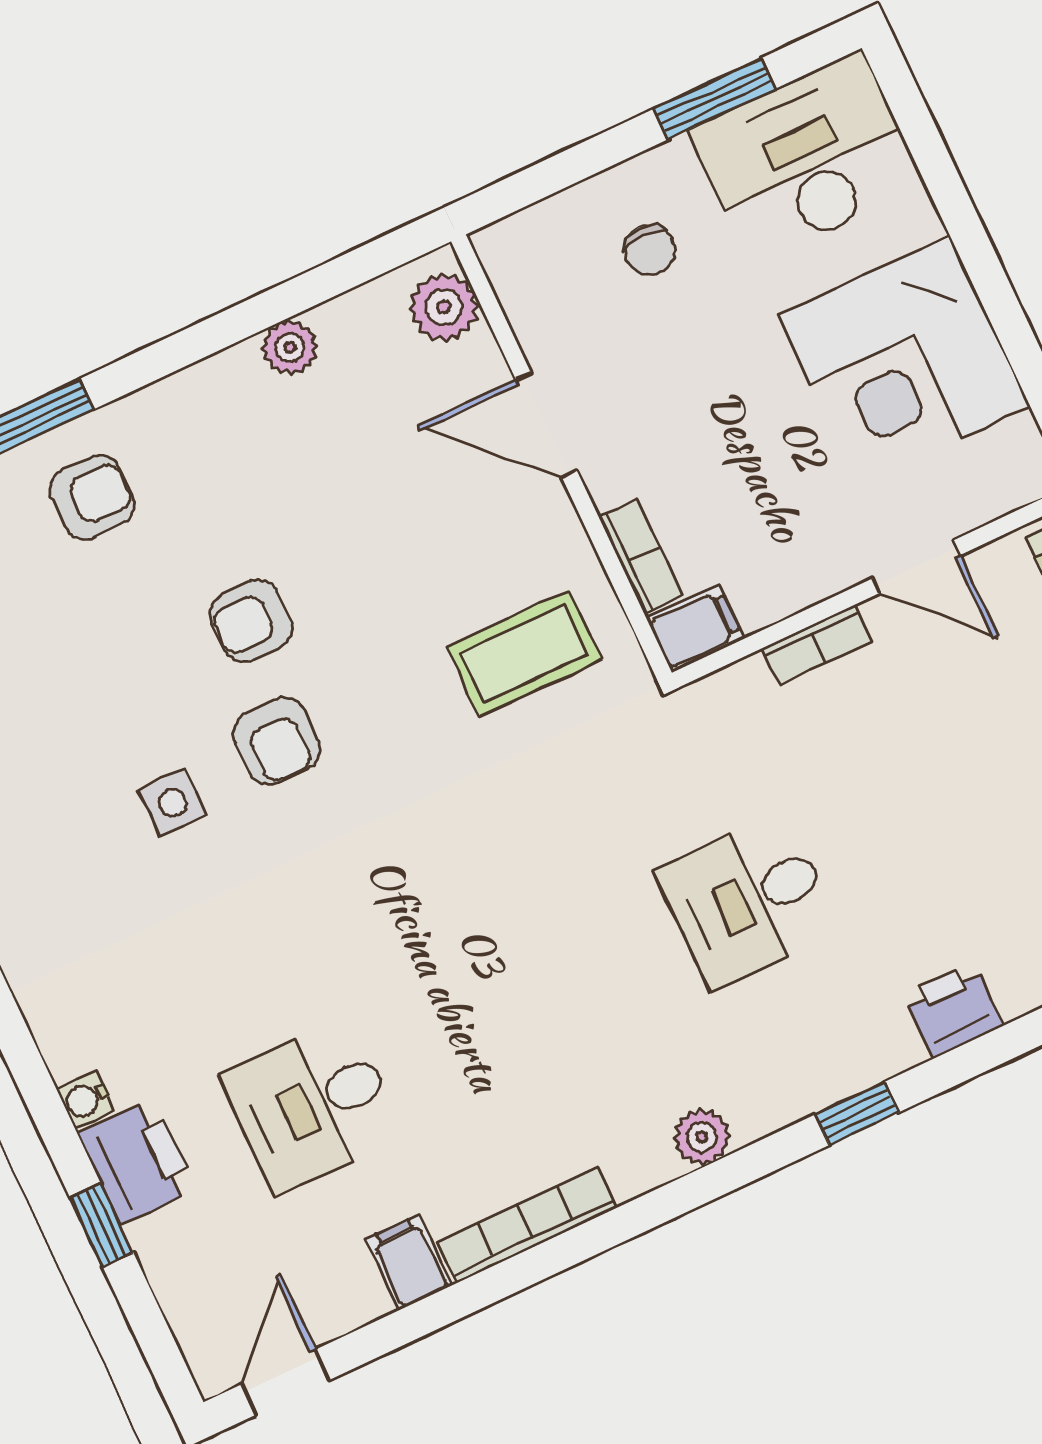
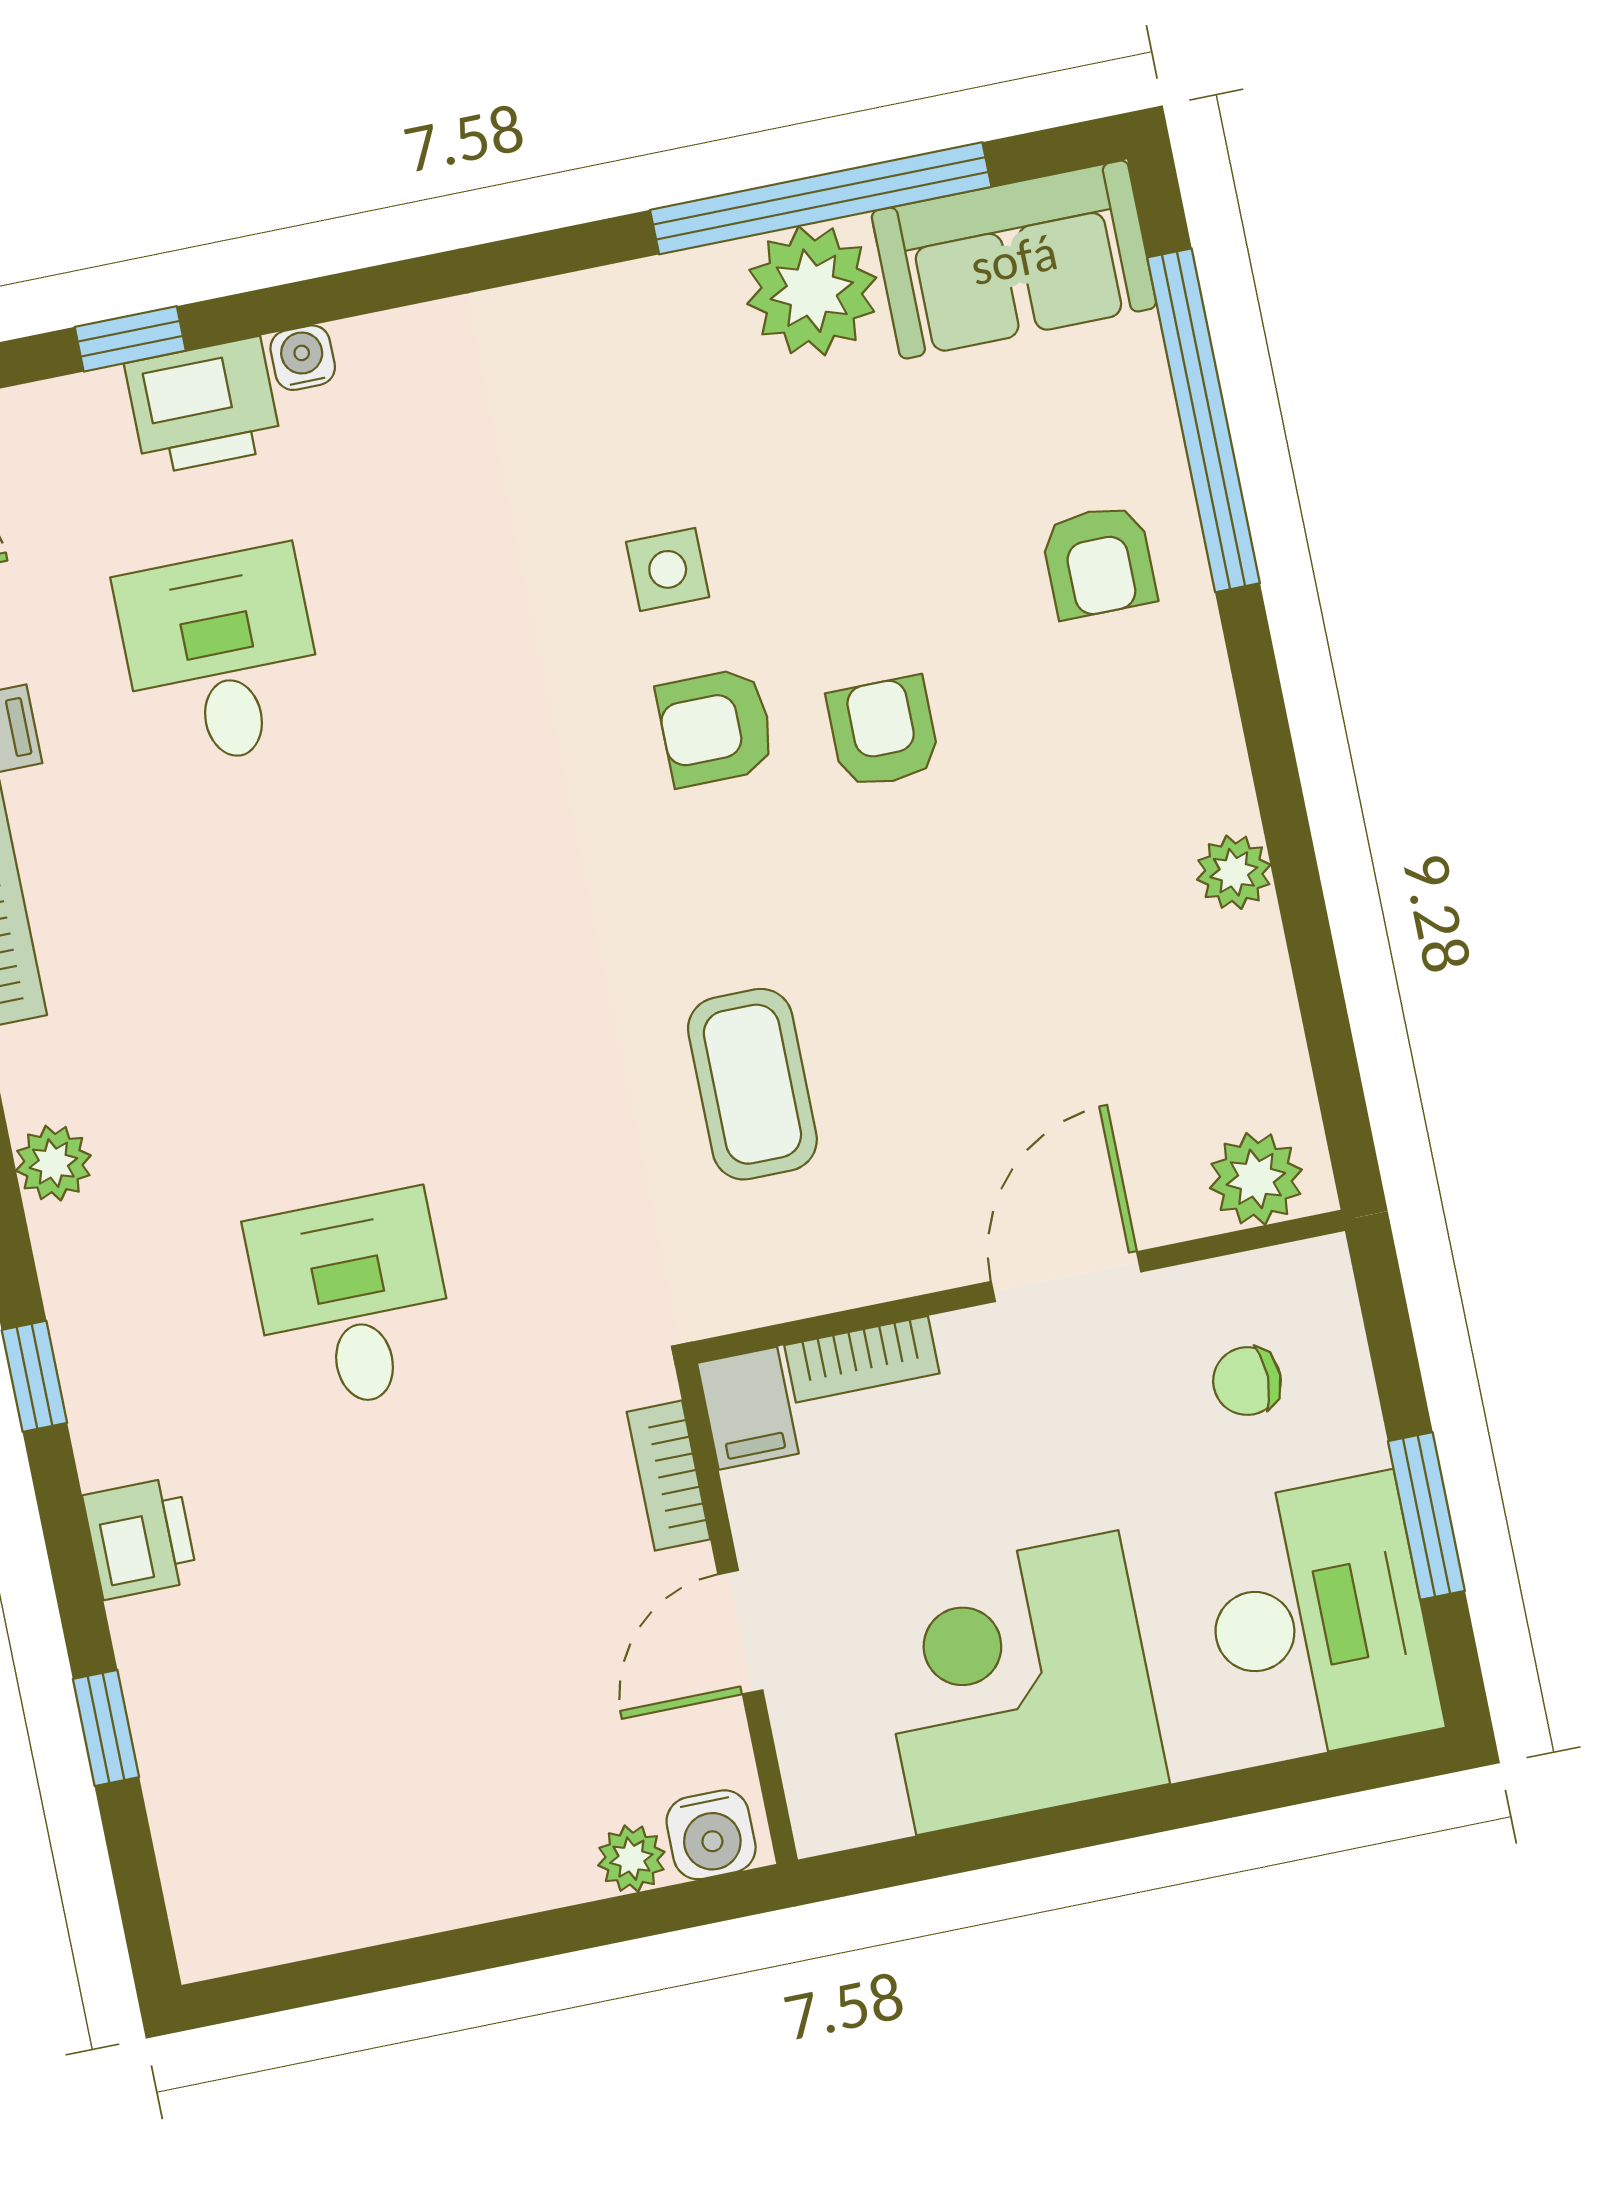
plant: (444, 307) -> (1256, 1179), moved
door: (546, 425) -> (1066, 1277), moved
wall: (561, 457) -> (1019, 1286), moved
bookcase: (641, 556) -> (862, 1359), moved
filing cabinet: (695, 629) -> (748, 1408), moved

